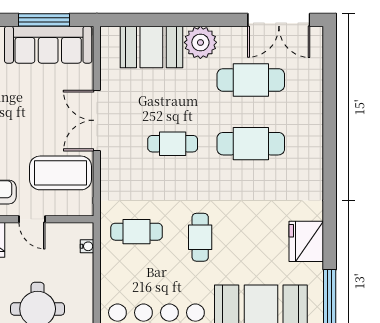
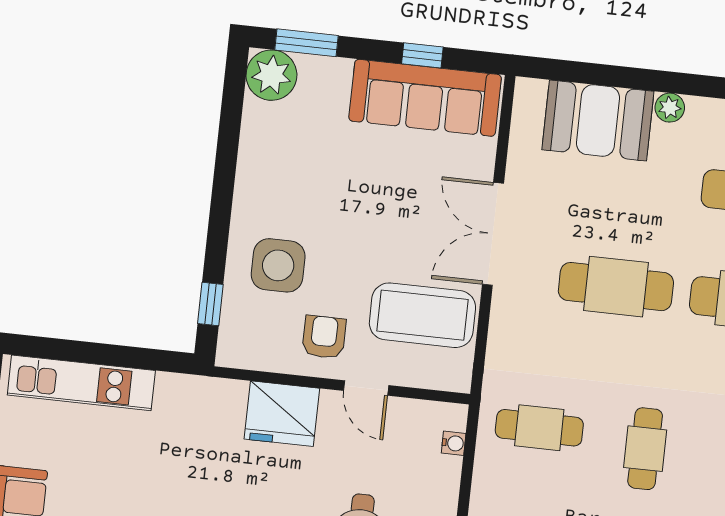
window: (44, 20) -> (422, 55), width x0.46
plant: (200, 42) -> (670, 108), width x0.53, depth x0.53
cafe table: (173, 144) -> (616, 287), width x1.37, depth x1.35

